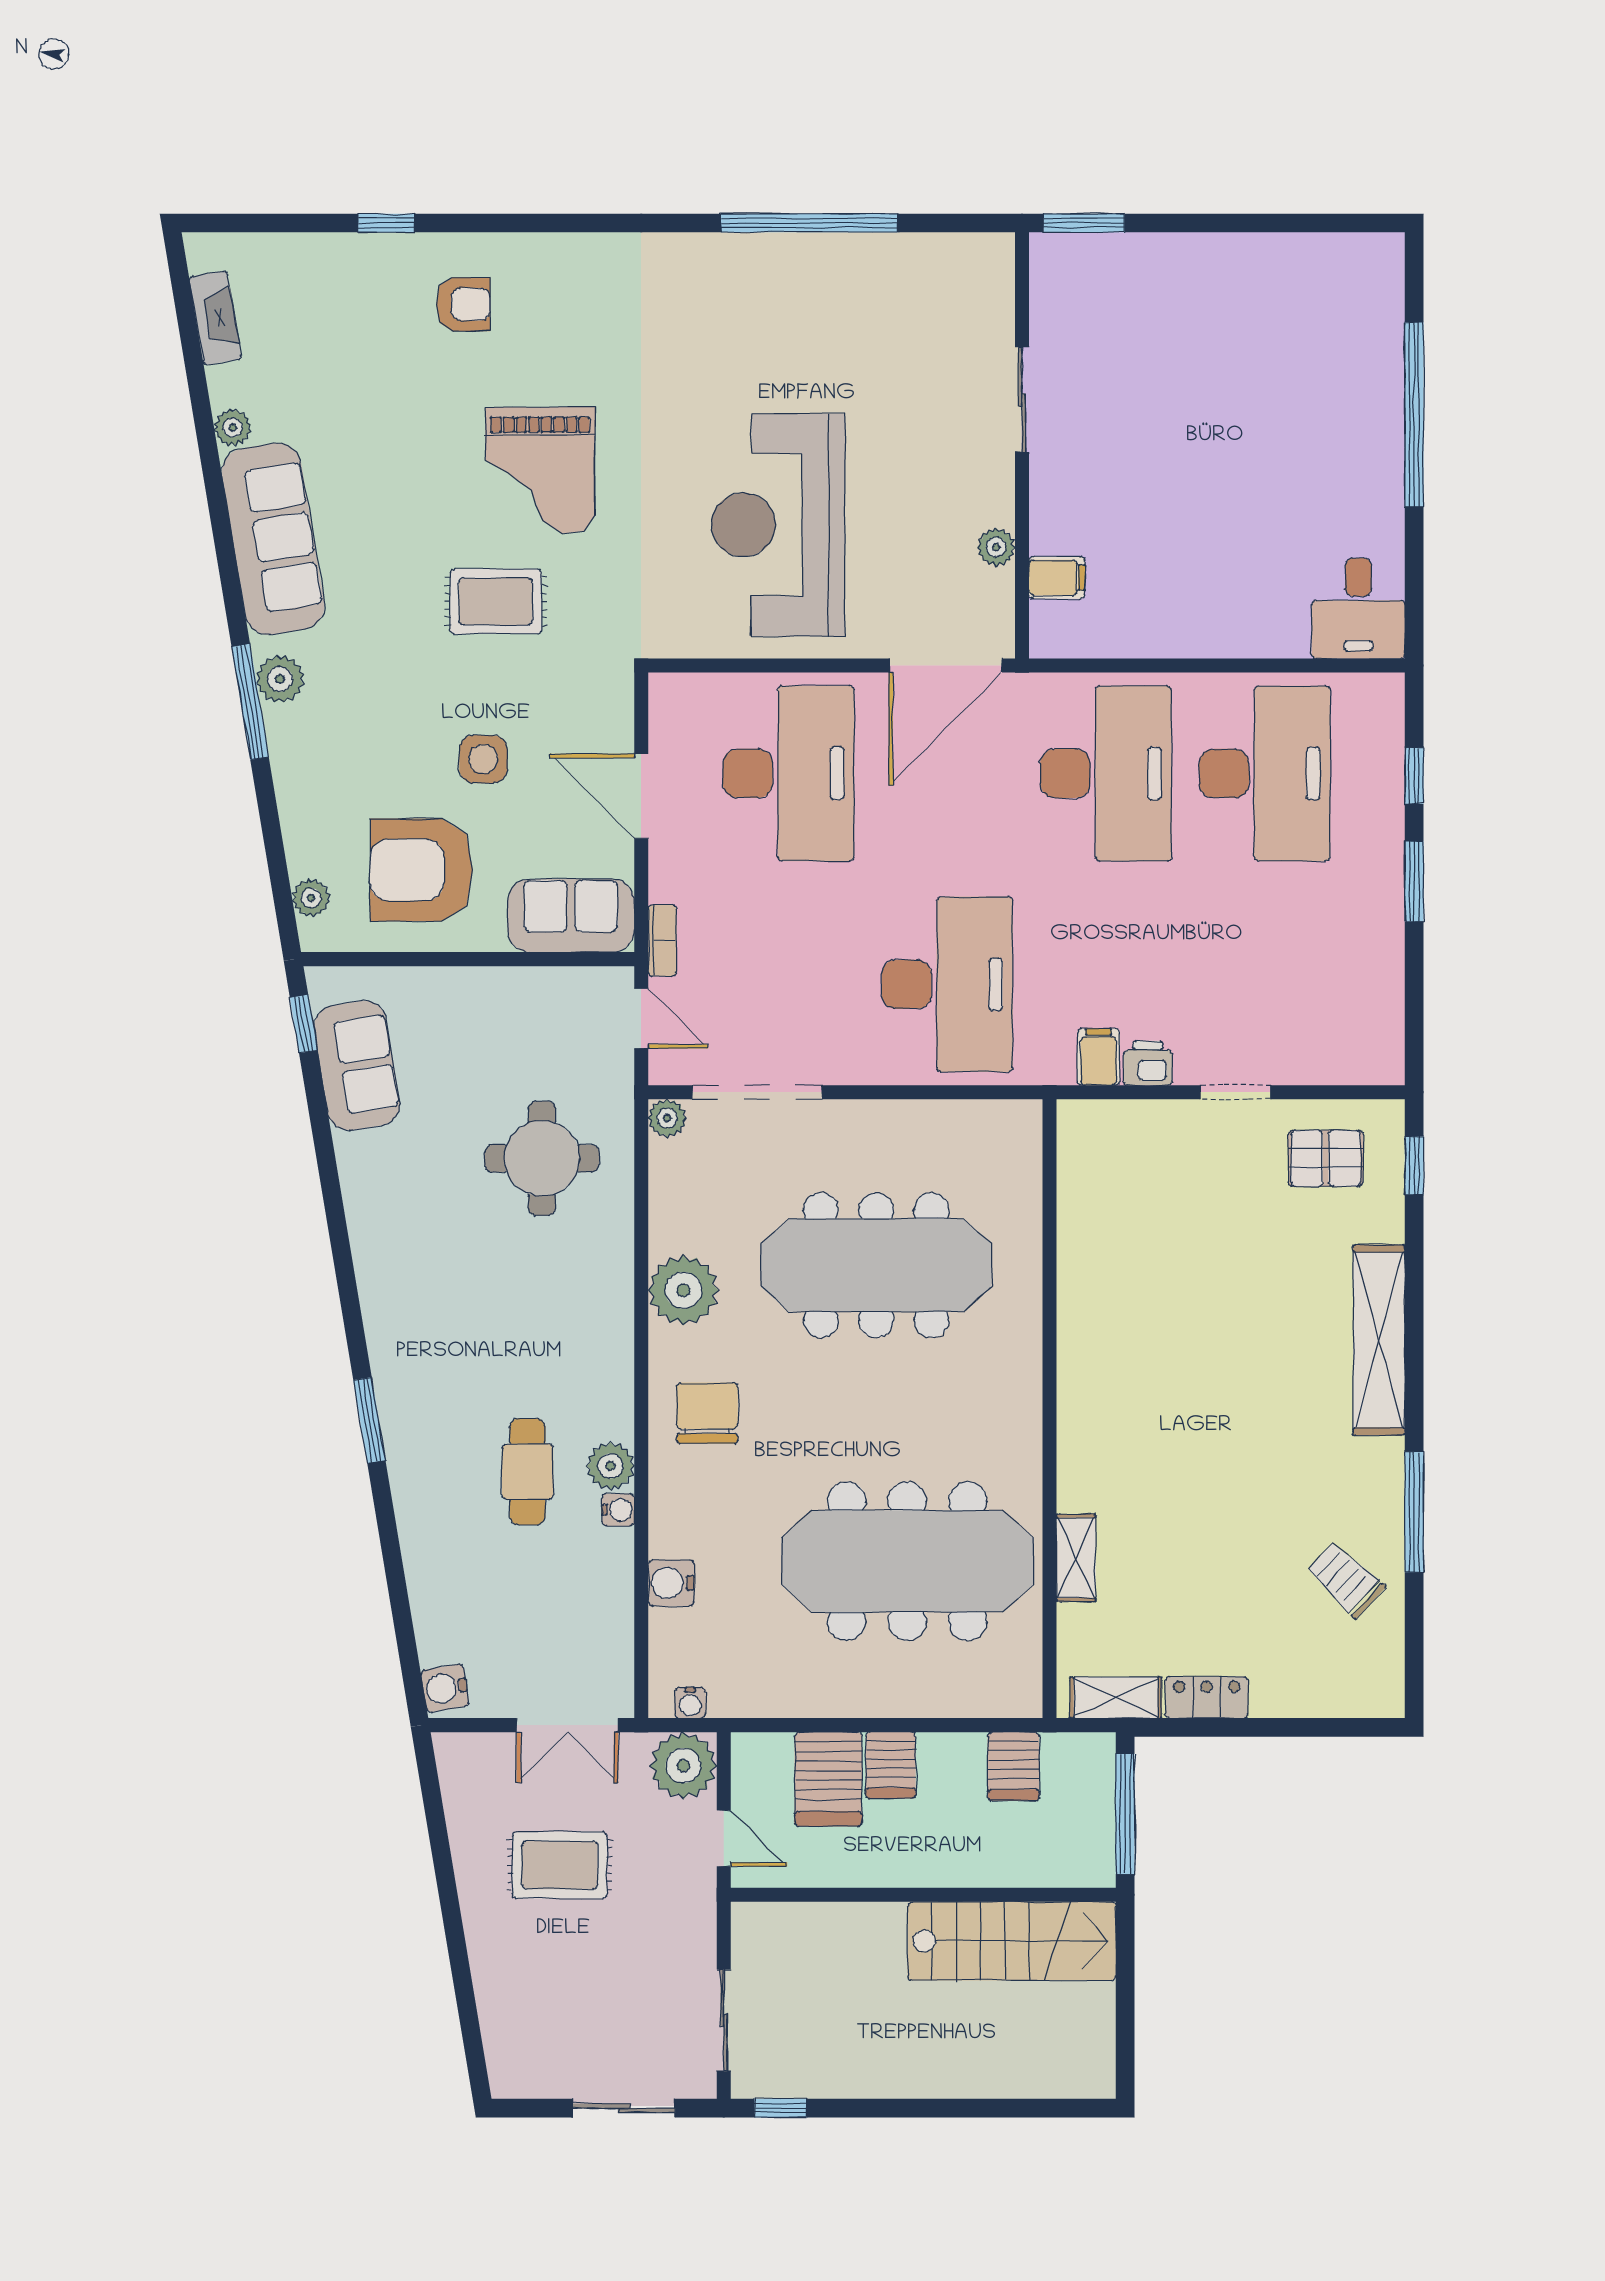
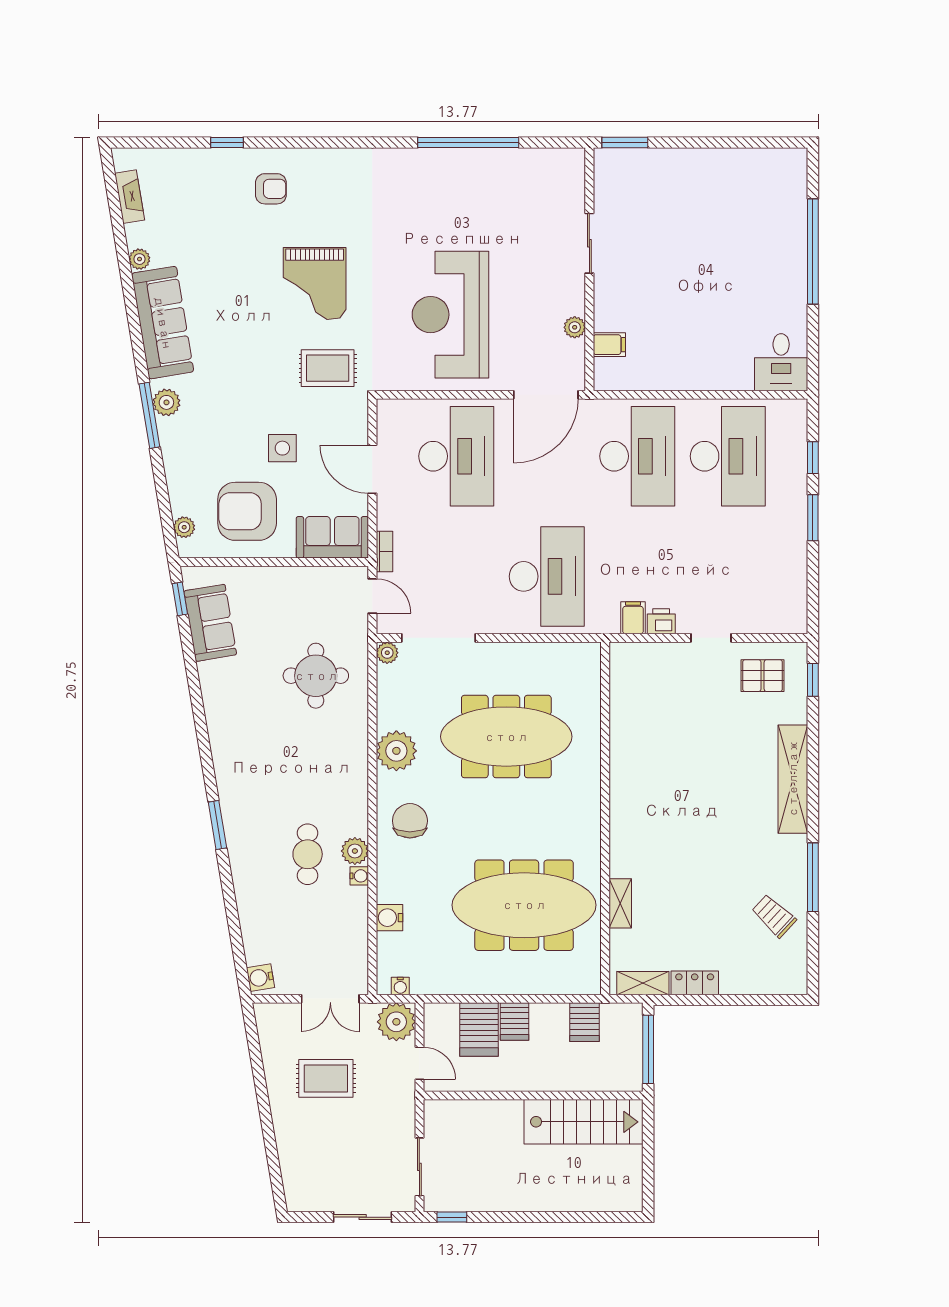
rug: (496, 601) -> (328, 368), moved

